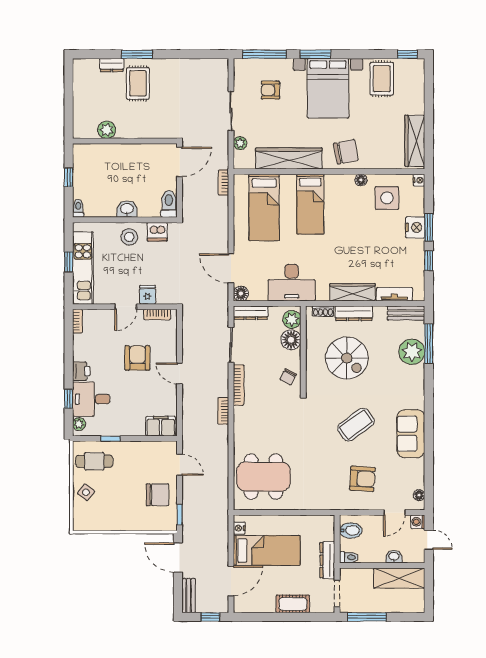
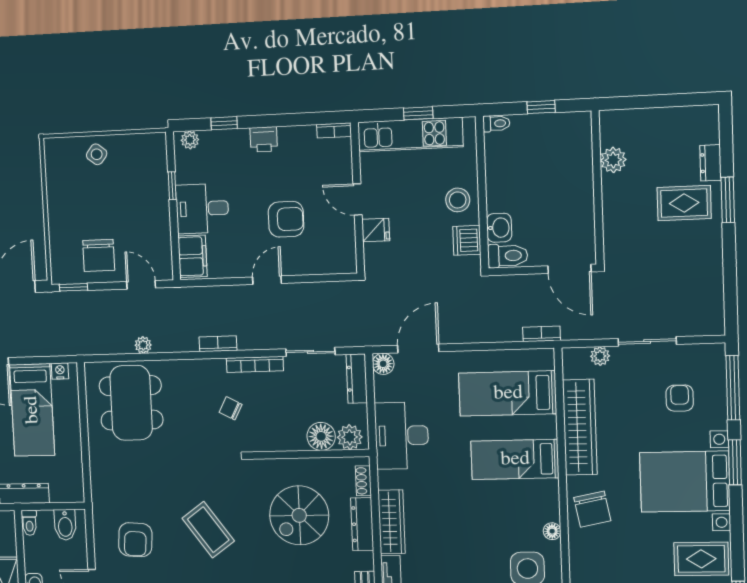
washbasin: (127, 209) -> (499, 228), moved
bookcase: (157, 314) -> (348, 245), removed
chair: (288, 377) -> (231, 408), moved
desk: (91, 399) -> (202, 209), moved, turned -90
cafe table: (94, 461) -> (140, 164), removed
door: (180, 465) -> (141, 285), swing flipped
plant: (222, 466) -> (143, 345), added

